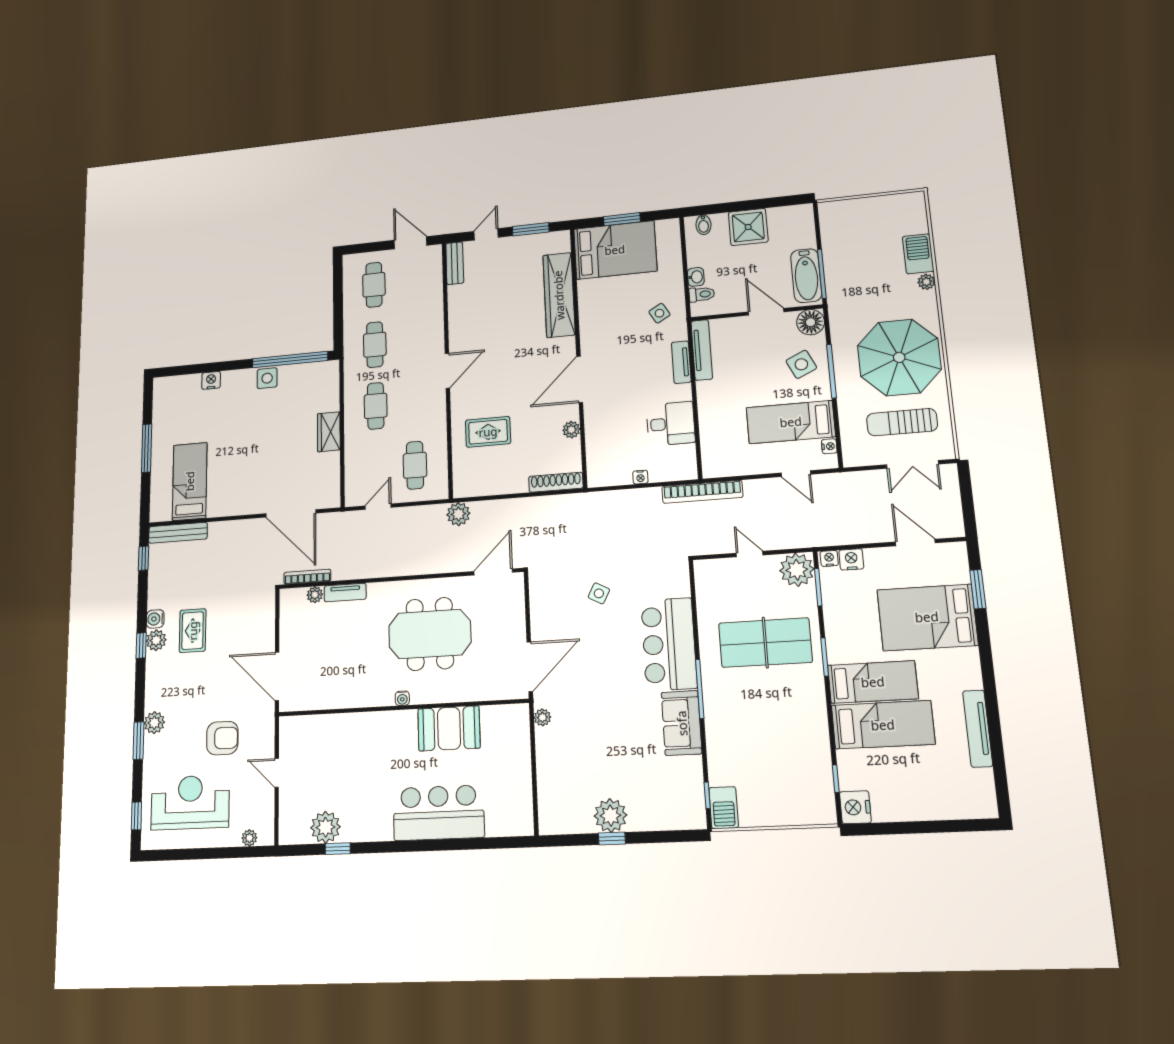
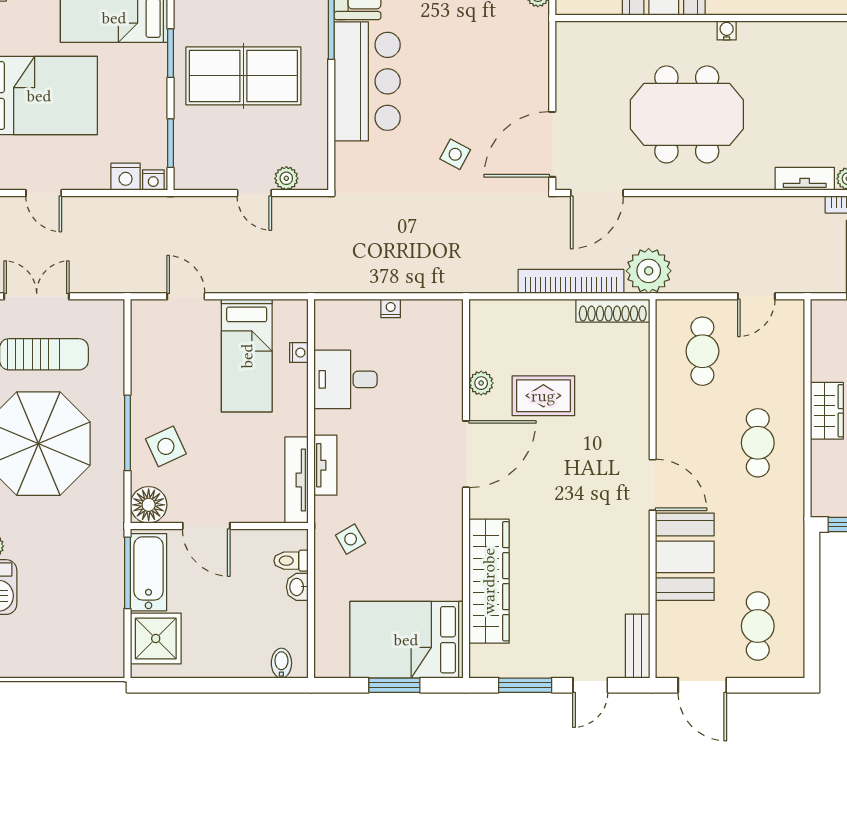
shower: (748, 227) -> (156, 639), moved
booth: (424, 325) -> (685, 557), added
cafe table: (375, 345) -> (758, 534), removed
door: (447, 371) -> (653, 485), swing flipped
bed: (791, 422) -> (247, 356), moved, turned 90
rug: (488, 432) -> (543, 396), moved
nightstand: (829, 446) -> (299, 353), moved, turned 180
shoe rack: (556, 482) -> (613, 311), moved
bookcase: (702, 492) -> (571, 281), moved
plant: (458, 514) -> (649, 271), width x1.36, depth x1.36
door: (915, 542) -> (44, 193), width x0.73
plant: (797, 570) -> (286, 178), moved, width x0.53, depth x0.53
door: (530, 667) -> (552, 144), moved

